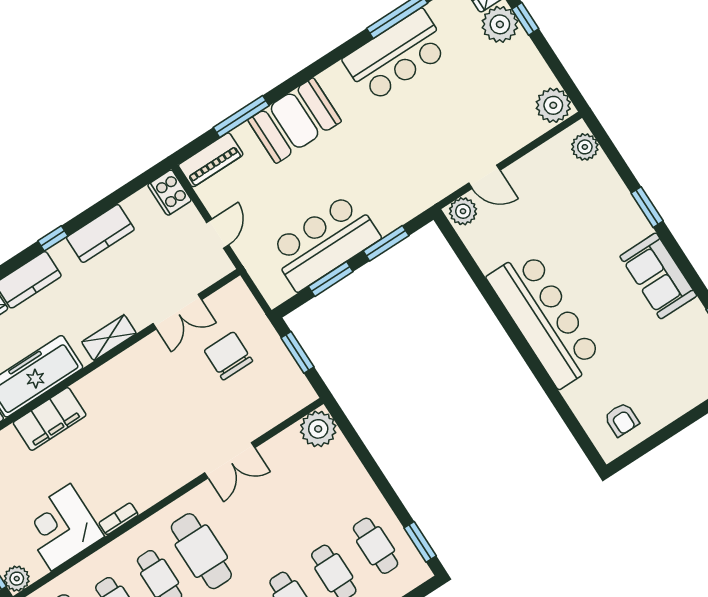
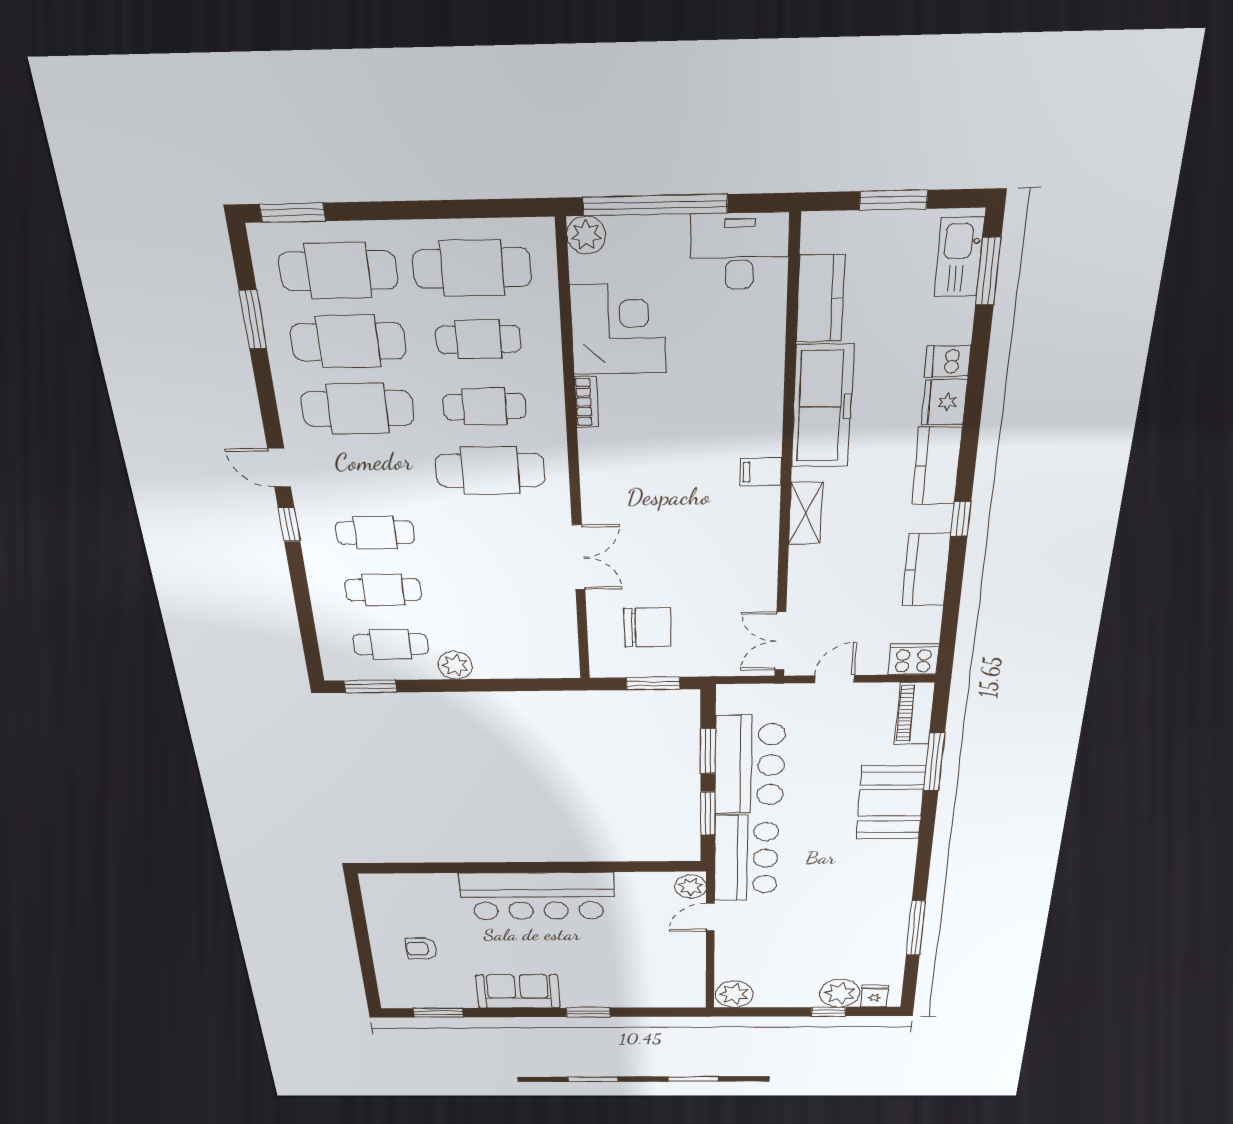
bar counter: (396, 56) -> (746, 858), moved, turned 180
plant: (585, 147) -> (678, 997), removed
door: (218, 234) -> (834, 679), swing flipped
double door: (177, 312) -> (780, 641), moved
chair: (228, 356) -> (648, 628), moved
filing cabinet: (50, 419) -> (761, 472), moved, width x0.33, depth x0.86
armchair: (622, 419) -> (421, 949), moved
plant: (318, 429) -> (455, 665), moved, width x0.73, depth x0.73
double door: (230, 460) -> (579, 558), swing flipped

